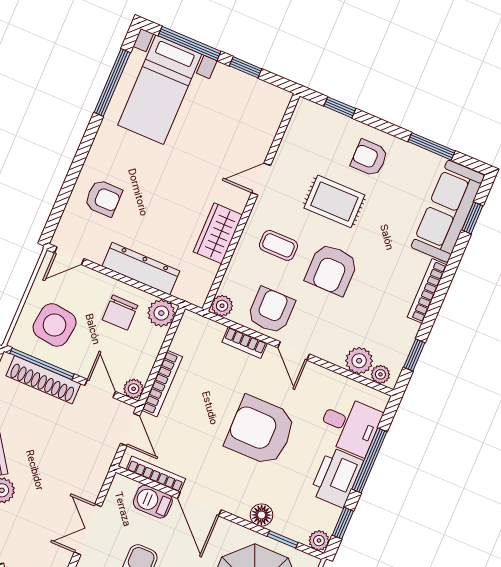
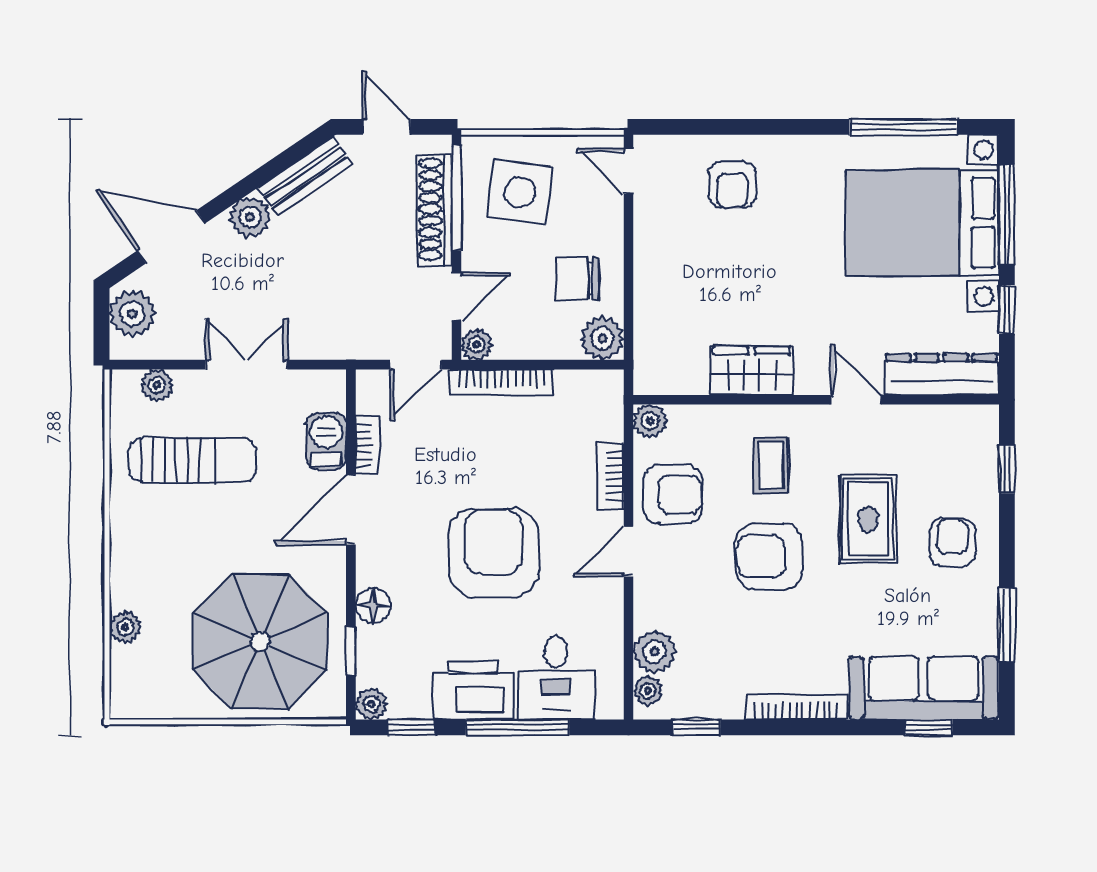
bed with nightstands: (160, 90) -> (922, 223), width x1.36
dresser: (141, 269) -> (941, 375), moved, turned -90
bookcase: (156, 474) -> (367, 445), width x0.64

